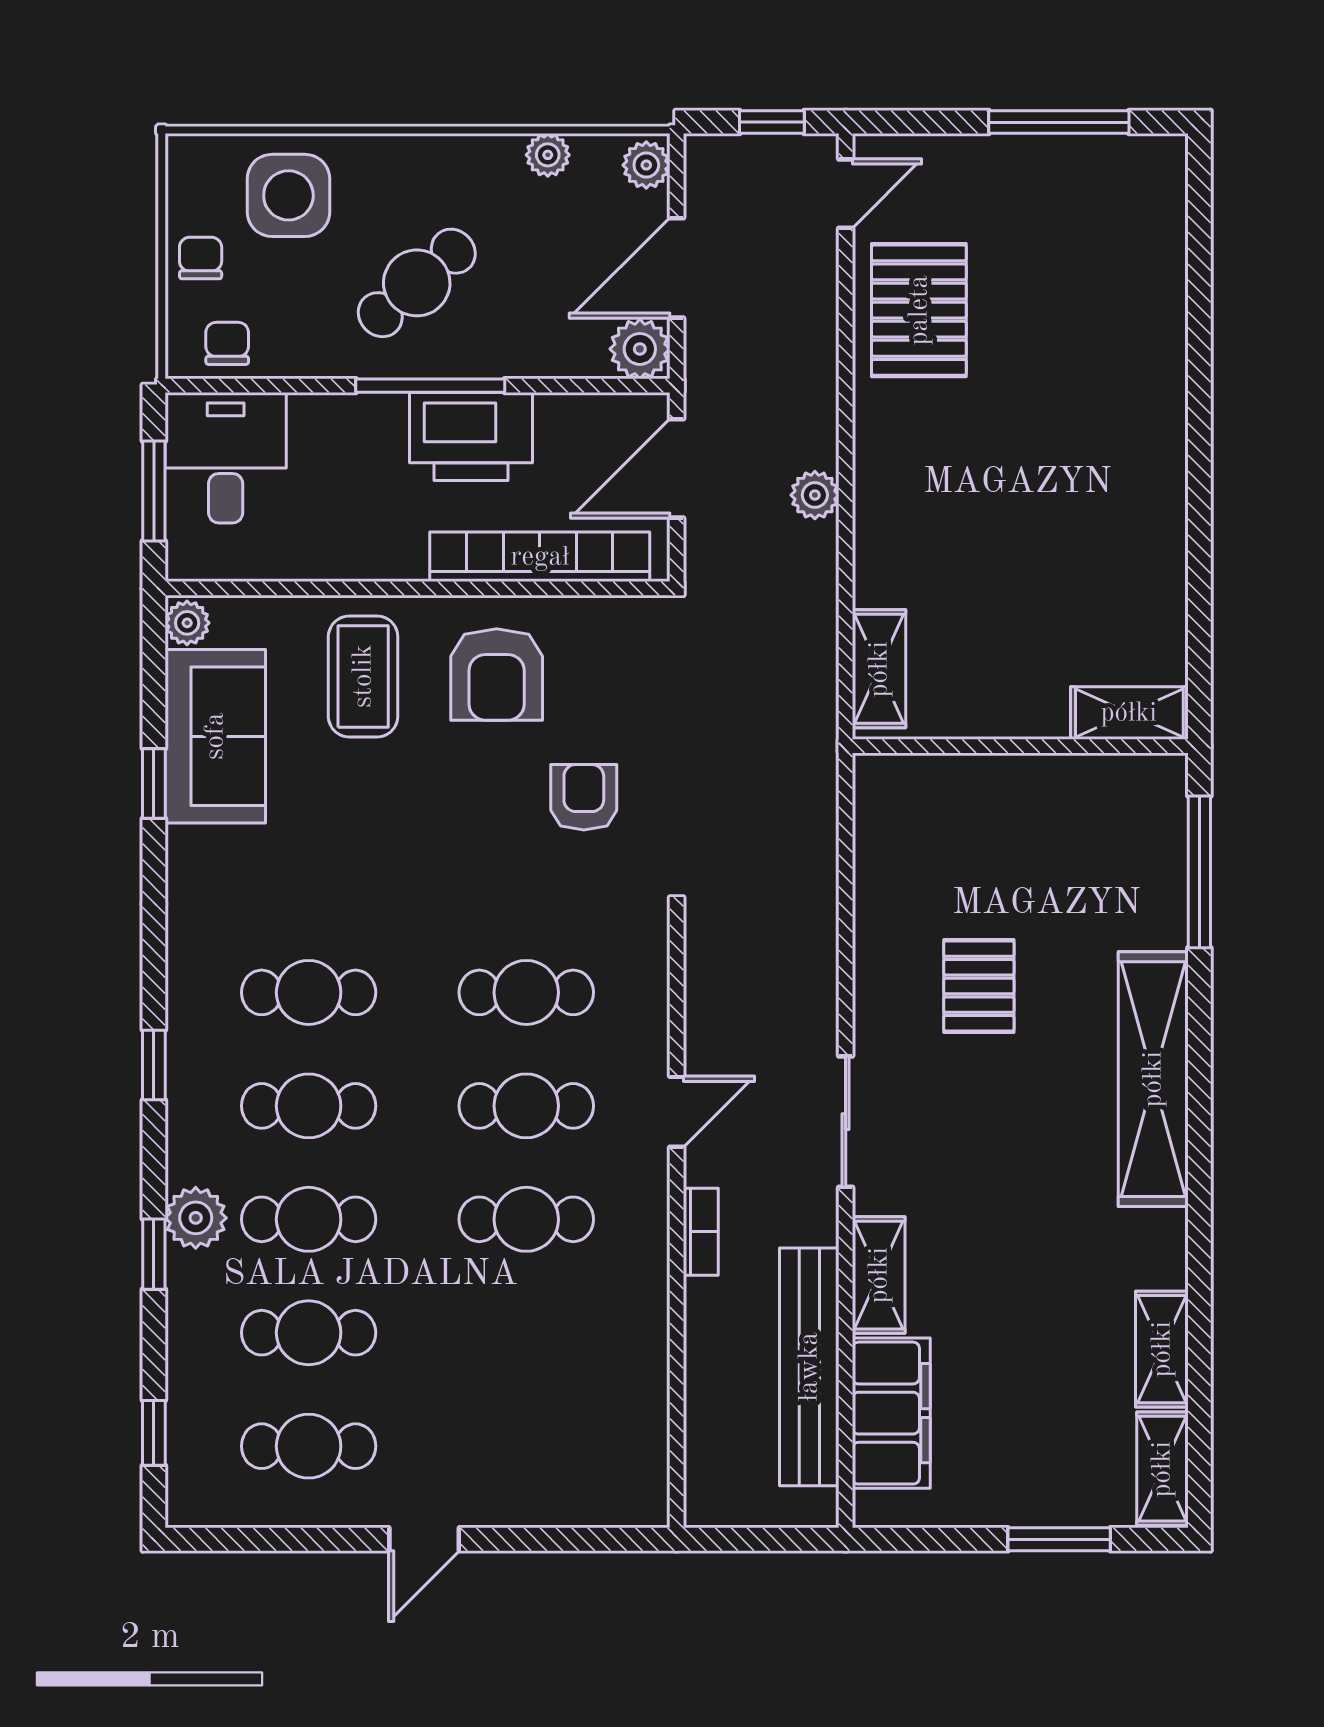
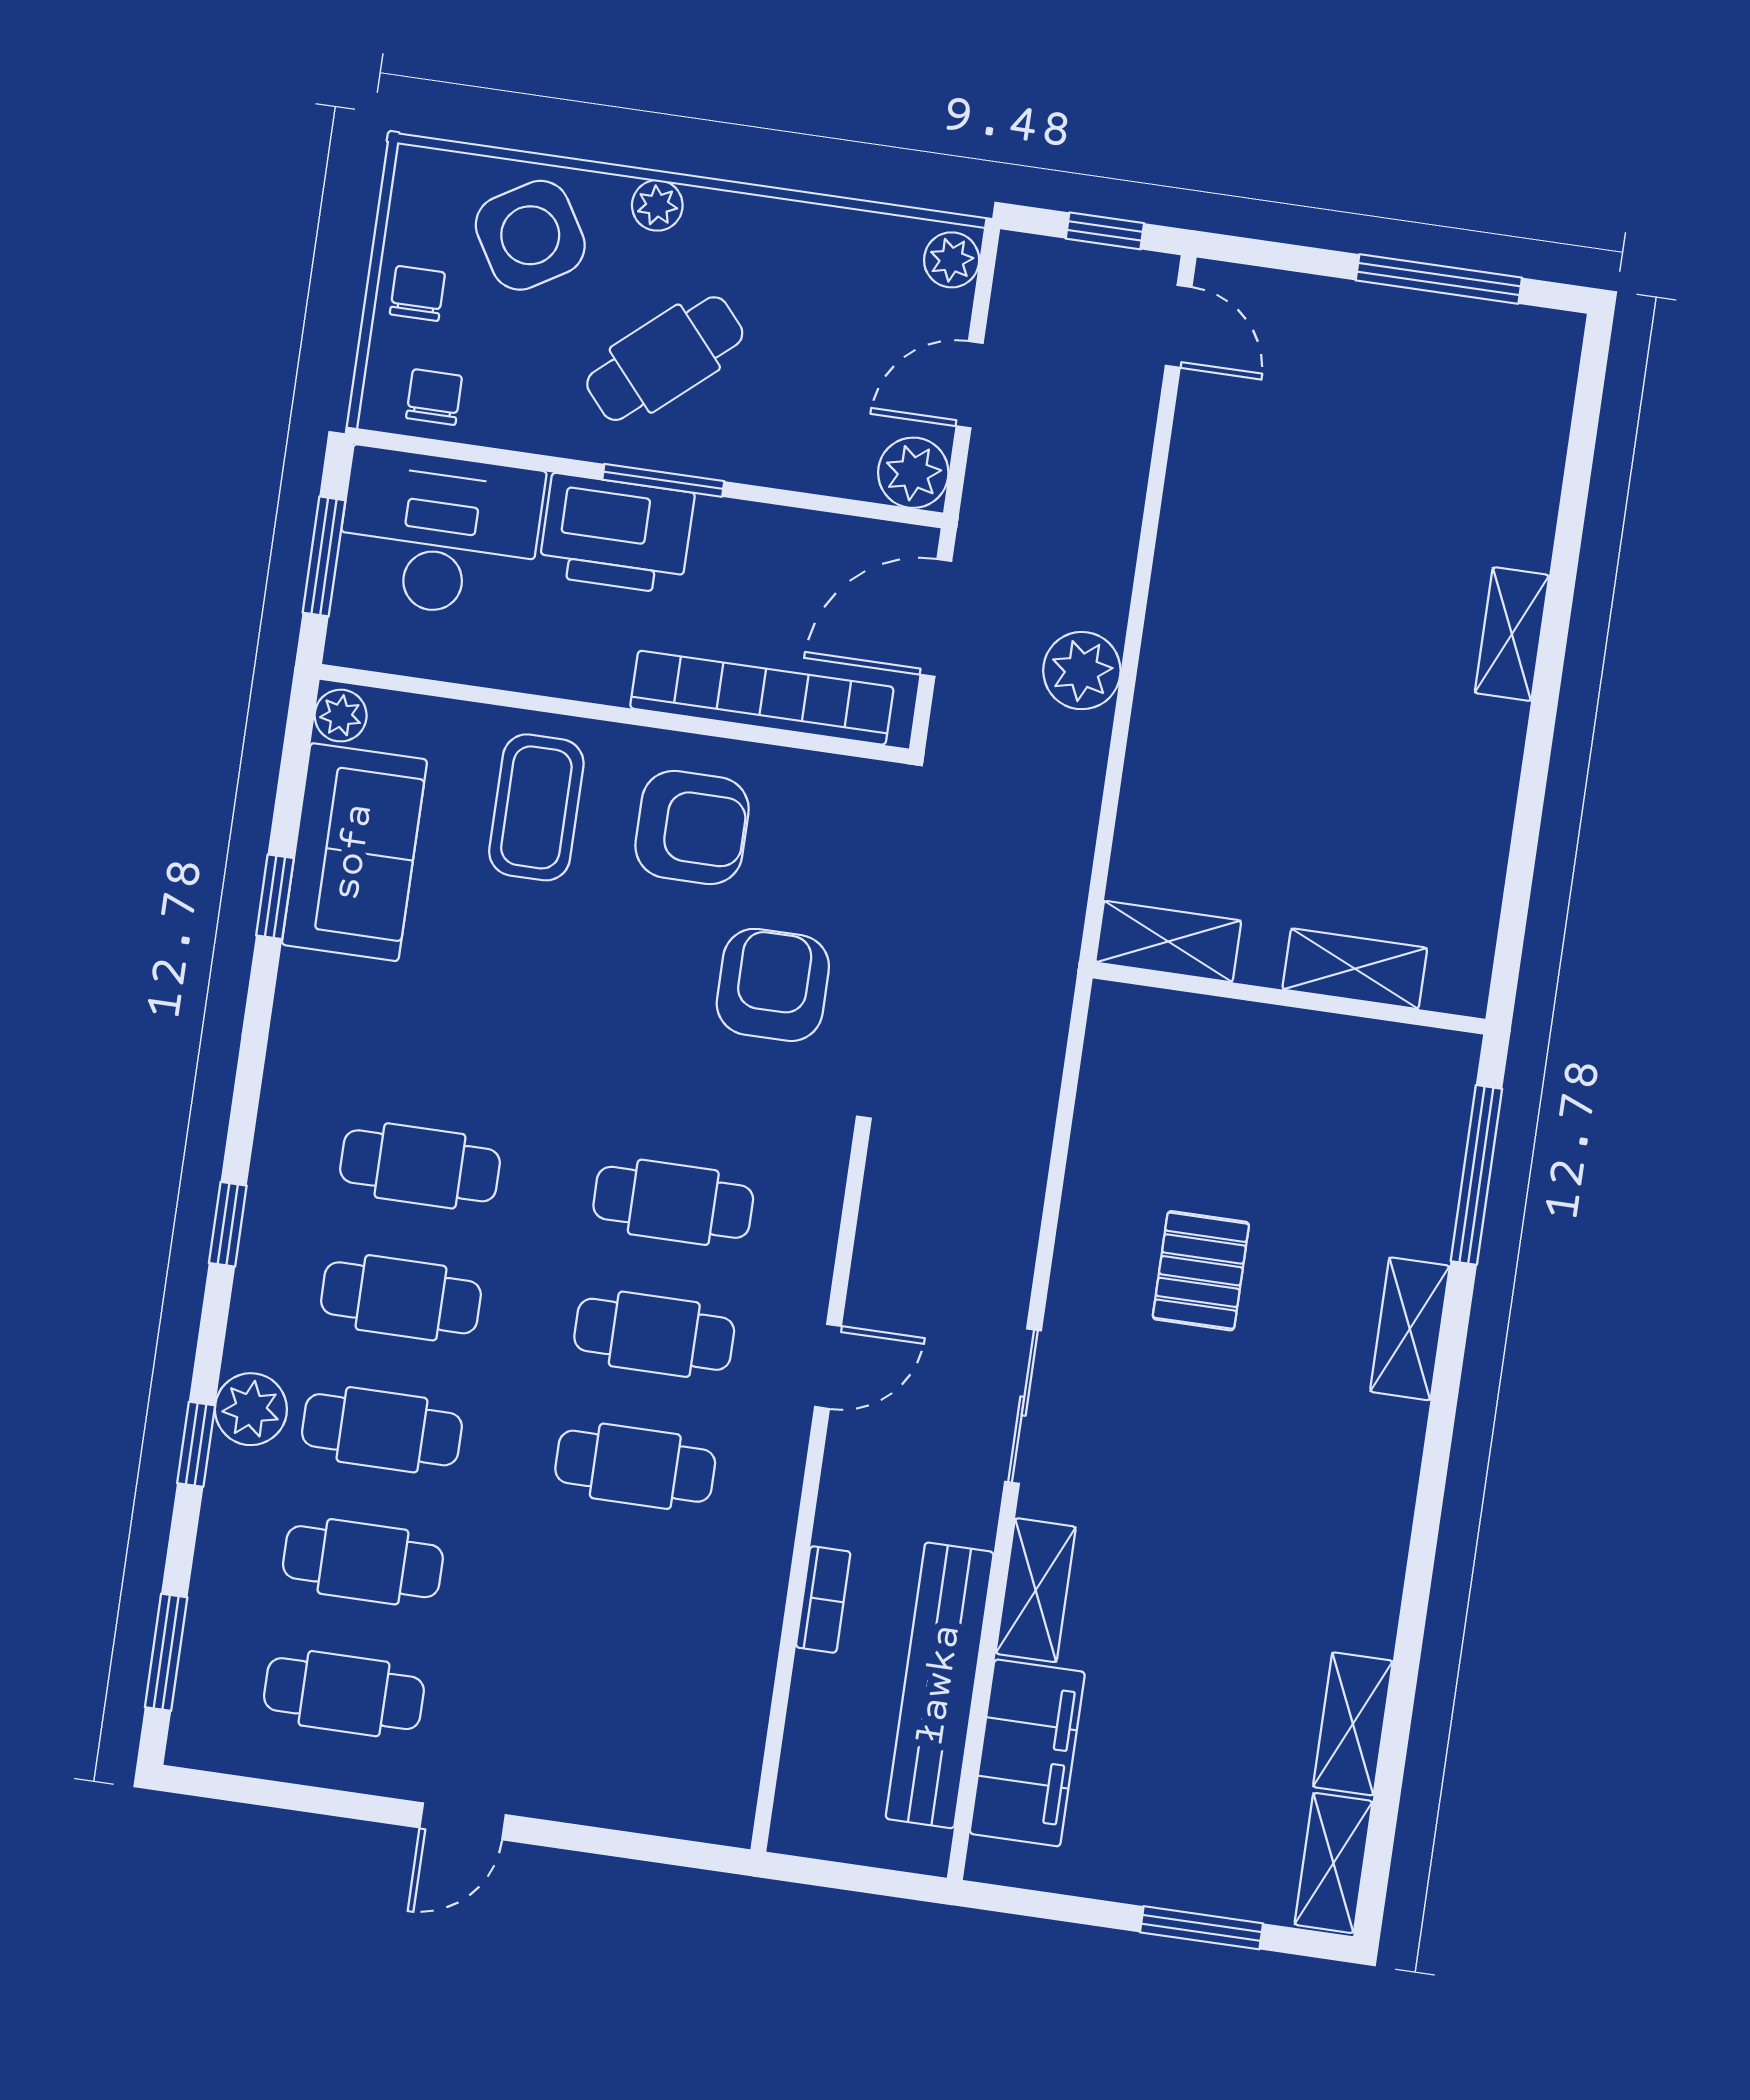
plant: (548, 155) -> (657, 205), moved
door: (846, 194) -> (1179, 326), hinge flipped
side table: (288, 195) -> (530, 235), turned -31
door: (677, 268) -> (970, 385), width x0.73
pallet: (919, 310) -> (1244, 474), removed
window: (430, 386) -> (663, 480), width x0.69
shelving: (1164, 412) -> (1512, 634), added
printer: (471, 437) -> (616, 534), moved
desk: (226, 458) -> (439, 534), width x1.37
plant: (815, 495) -> (1082, 671), width x1.38, depth x1.38
shelving: (879, 669) -> (1168, 942), moved, turned 90
armchair: (497, 675) -> (692, 827), turned -90
shelving: (1129, 713) -> (1355, 969), moved
armchair: (584, 797) -> (773, 985), width x1.38, depth x1.38
shelving: (1153, 1079) -> (1410, 1329), width x0.45, depth x0.75
bookcase: (701, 1232) -> (823, 1599), moved
window: (154, 1433) -> (166, 1652), width x1.50

